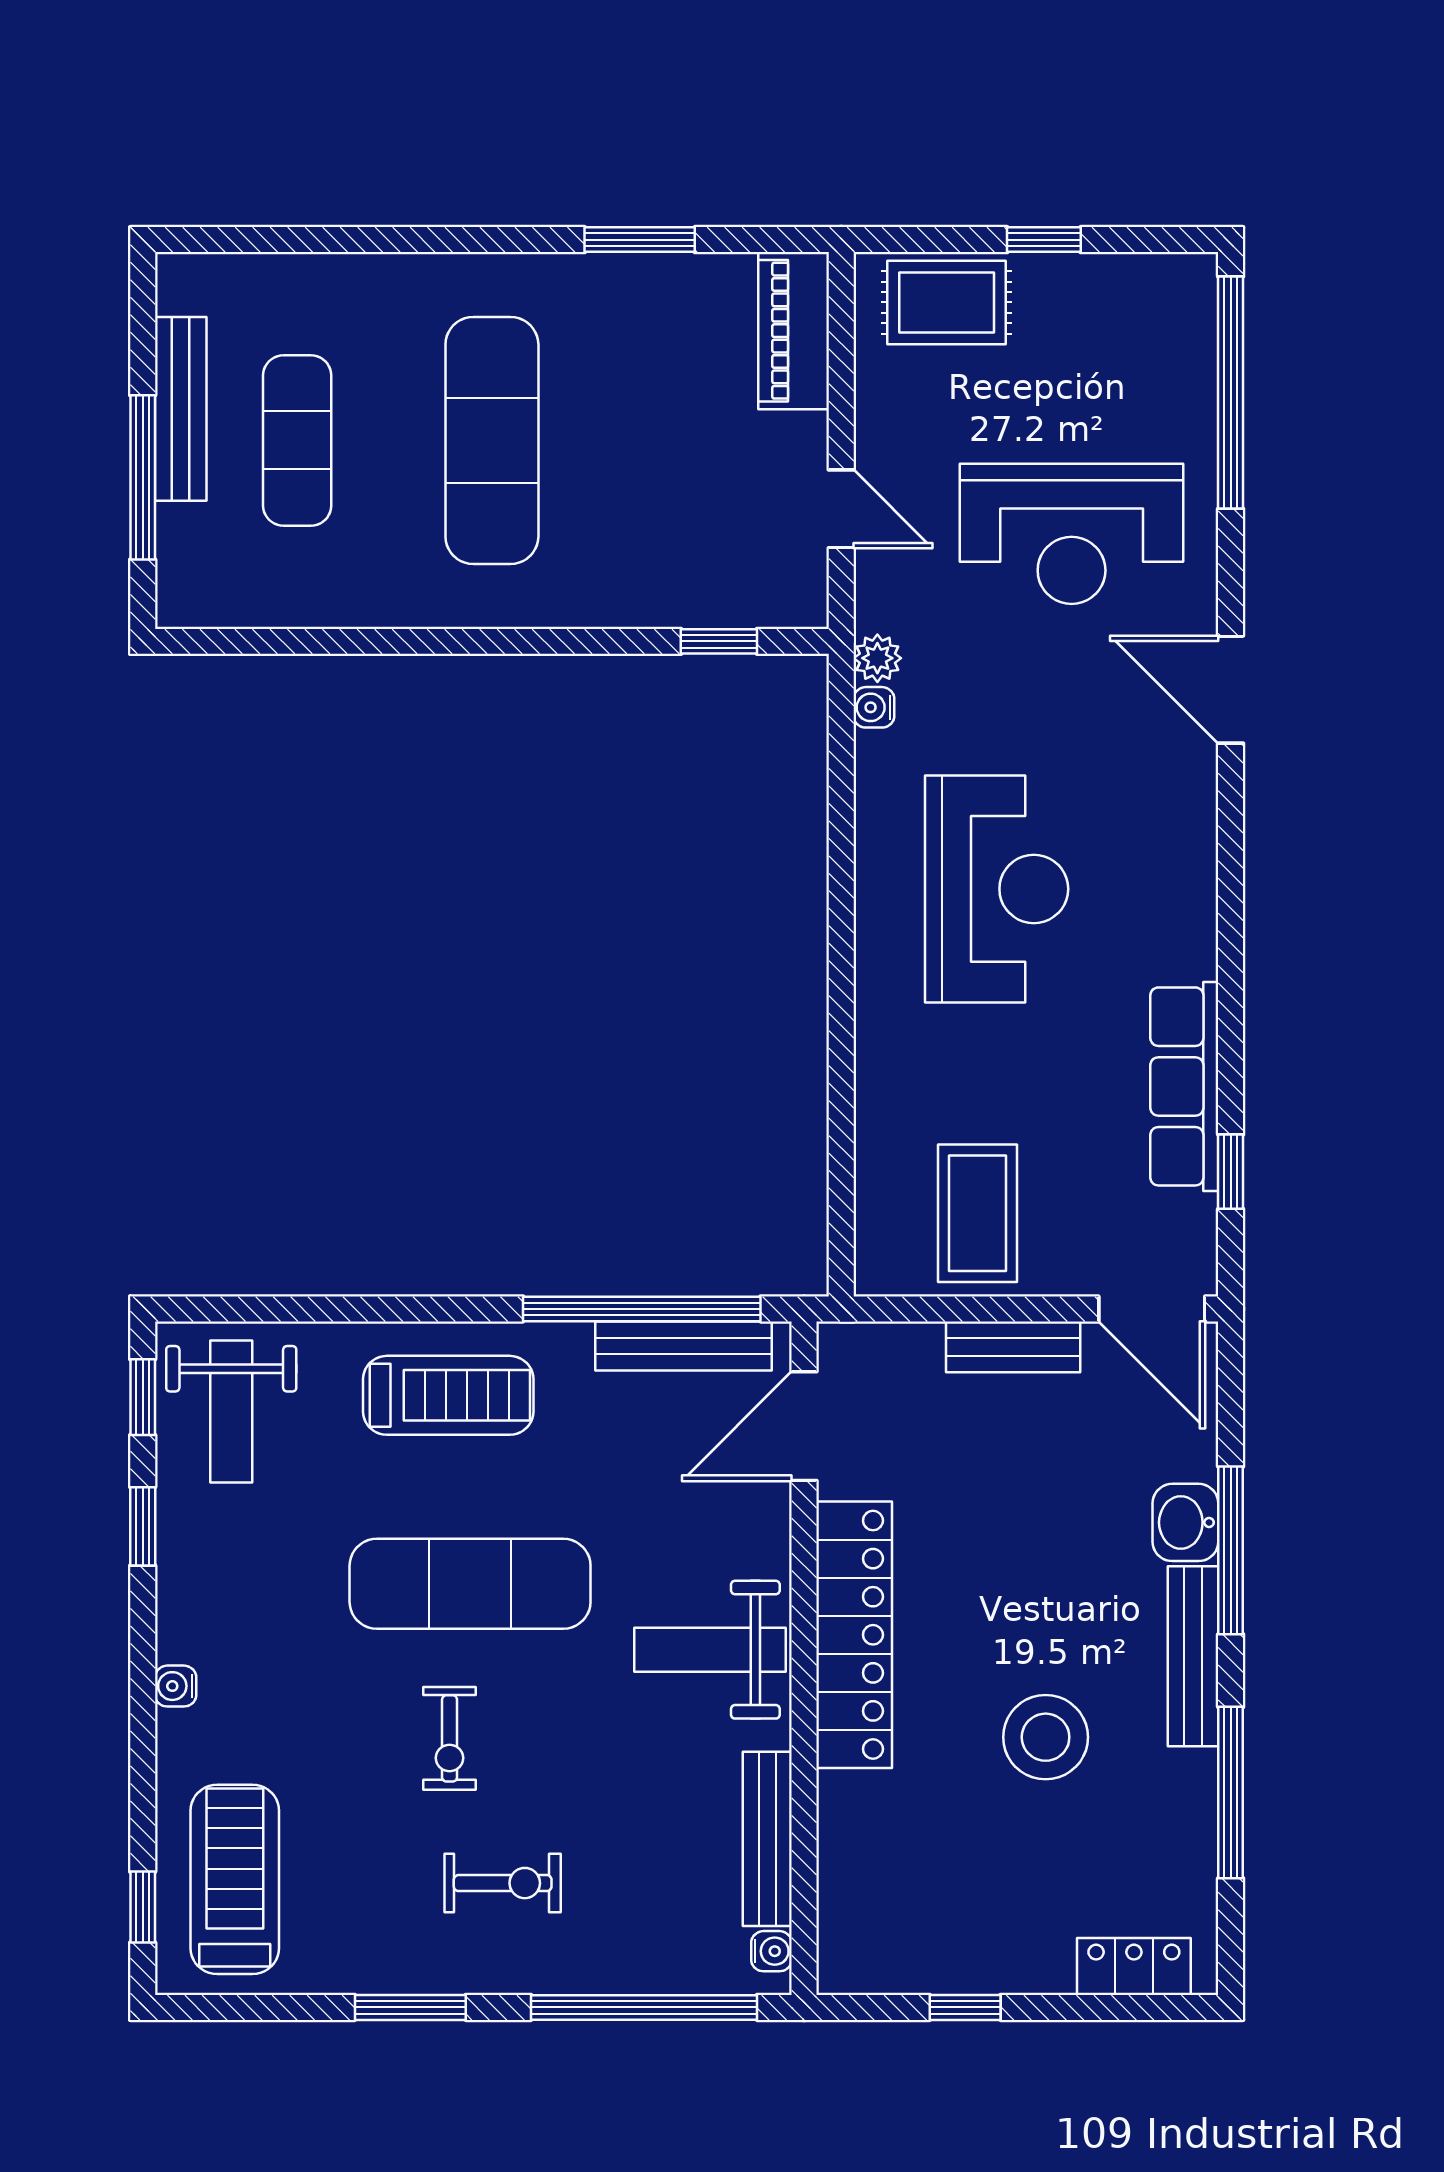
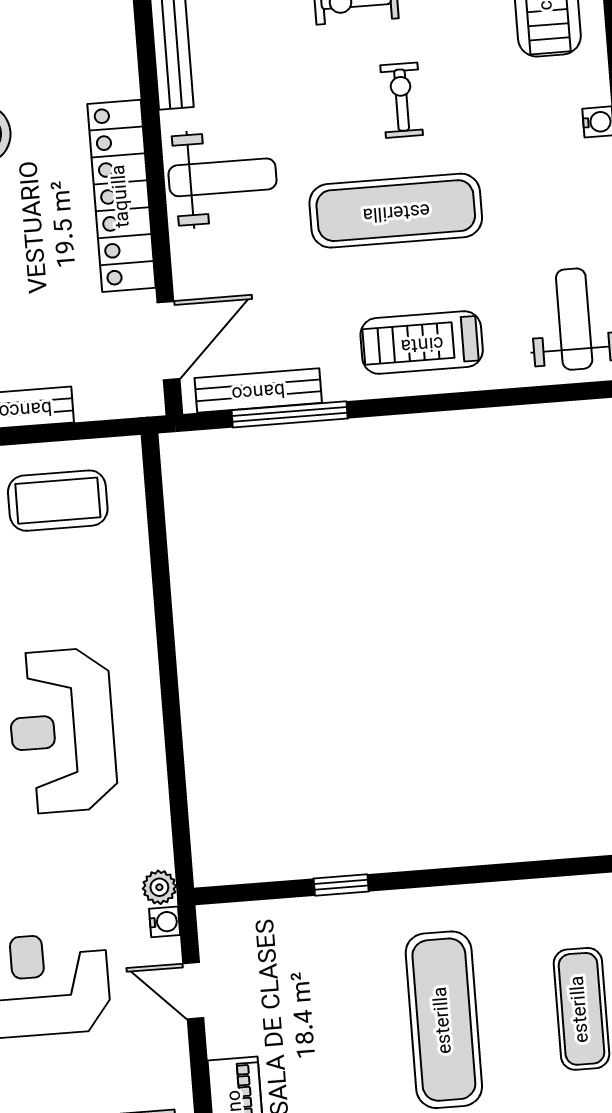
window: (719, 641) -> (341, 885), moved
water cooler: (874, 707) -> (165, 922), moved
coffee table: (977, 1213) -> (58, 501), turned 90
window: (642, 1309) -> (290, 414), width x0.68

